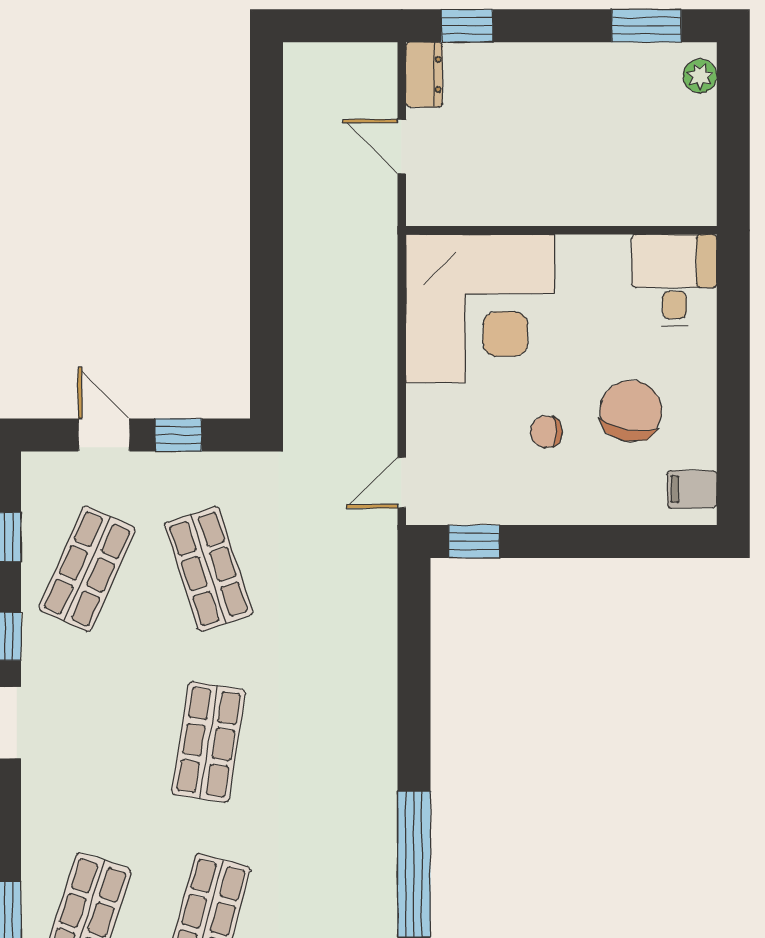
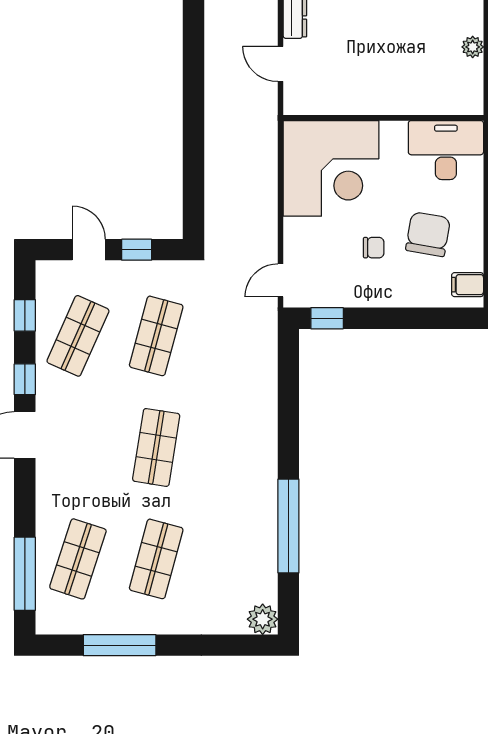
plant: (700, 76) -> (473, 47), moved
desk: (674, 280) -> (446, 150), width x1.37
chair: (546, 432) -> (374, 248), turned 180
shop shelf: (209, 569) -> (156, 336), turned 33

